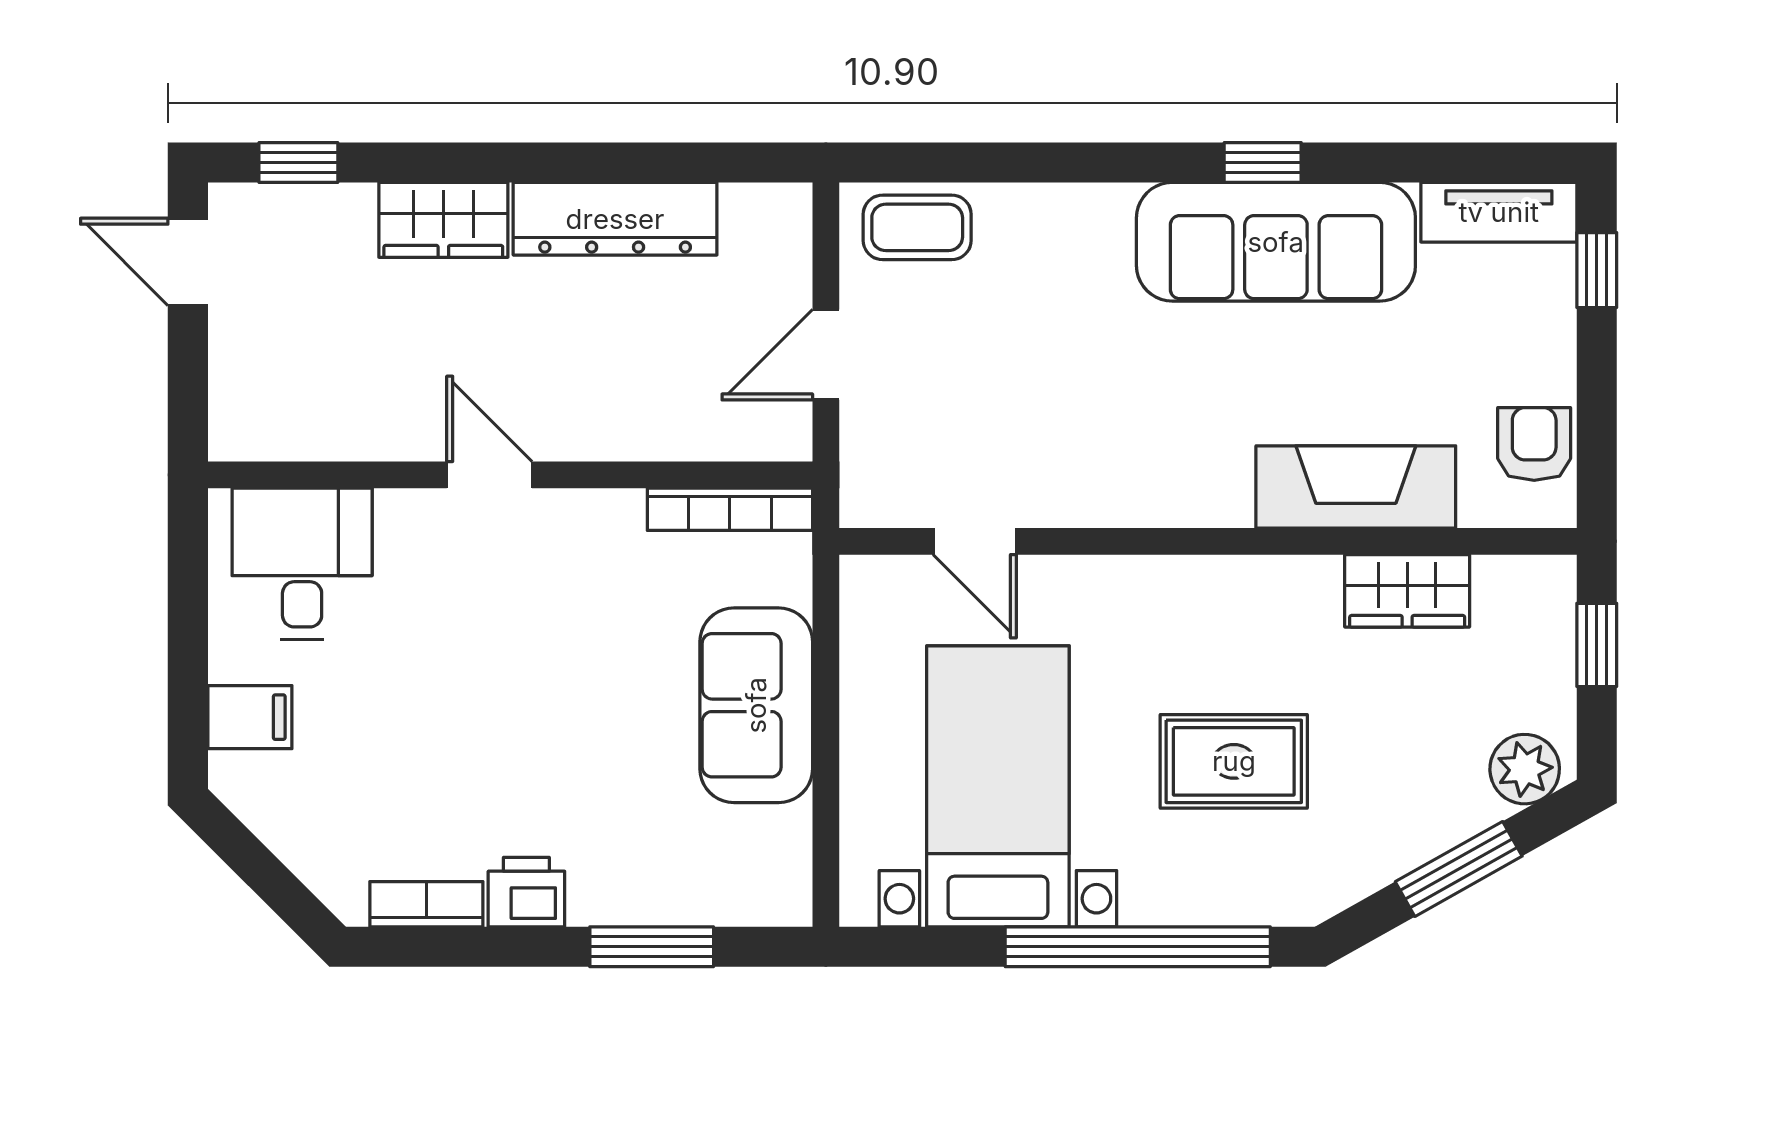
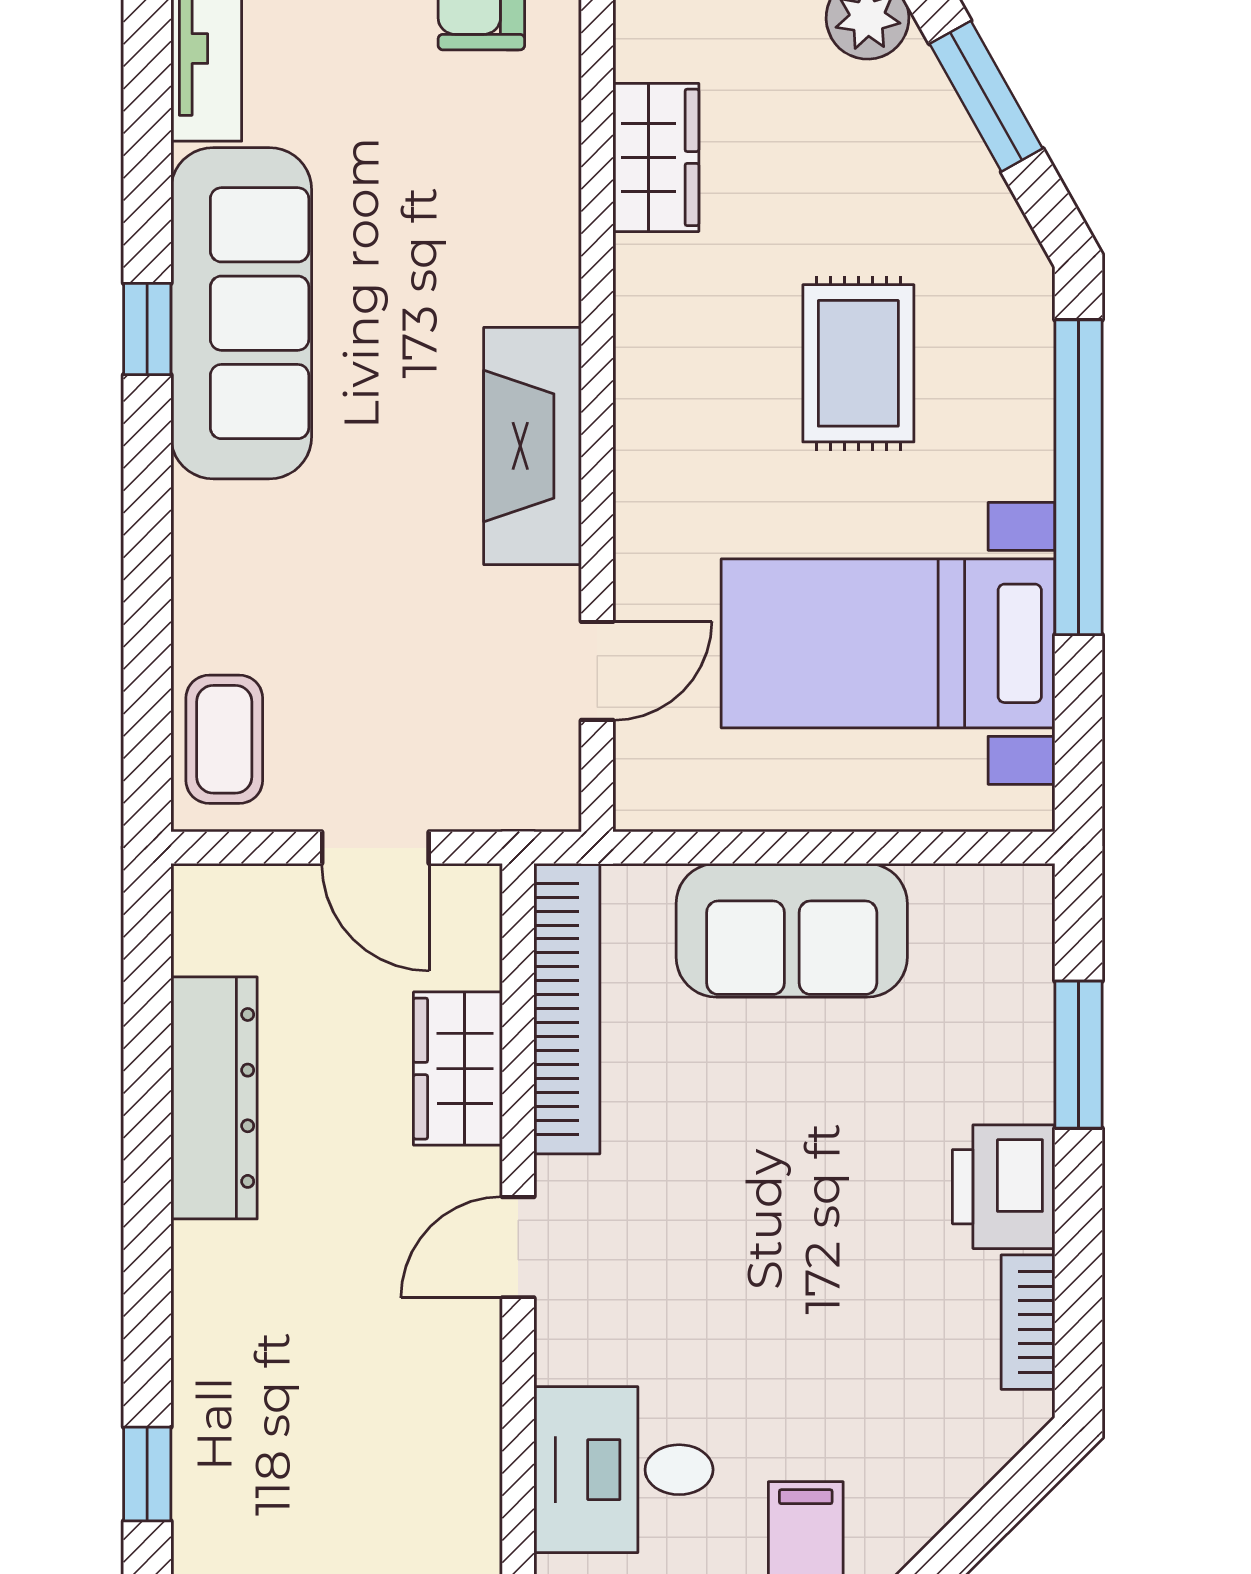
wardrobe: (443, 220) -> (458, 1069), moved, turned 180
fireplace: (1356, 487) -> (532, 446), moved
bookcase: (730, 509) -> (567, 1009), width x1.48, depth x1.31
printer: (526, 892) -> (1004, 1187), width x1.36, depth x1.24

